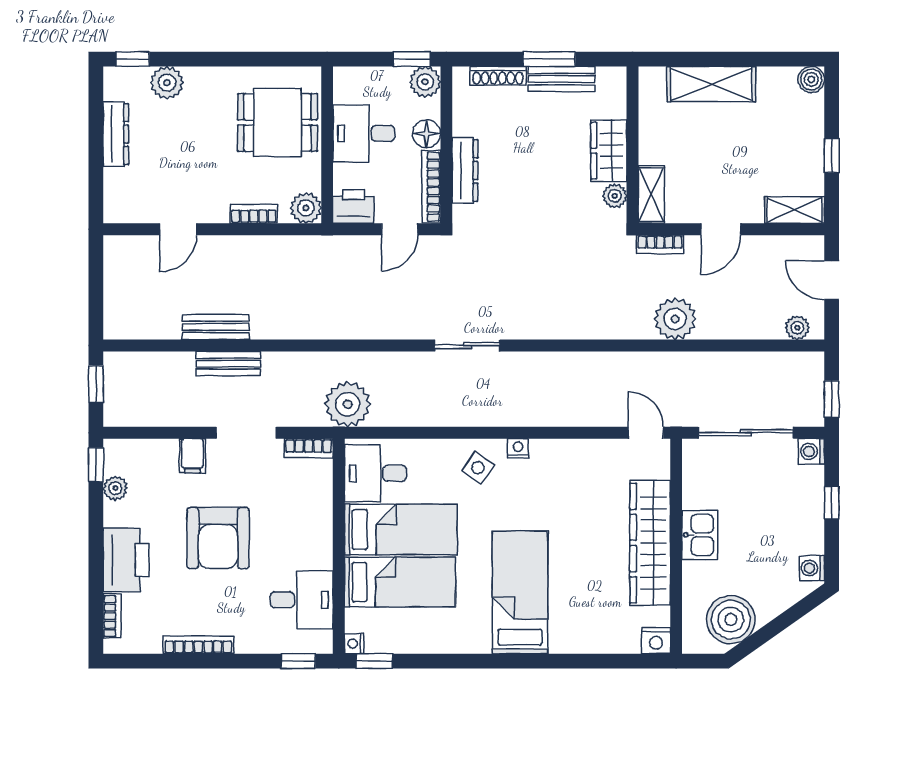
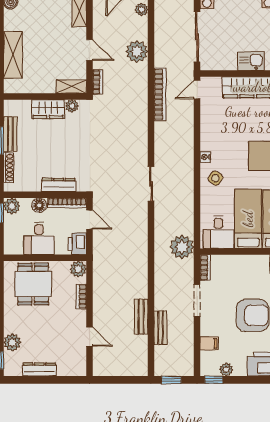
plant: (675, 319) -> (137, 52), moved
bookcase: (637, 363) -> (160, 94), added
bench: (228, 364) -> (160, 328), moved
filing cabinet: (192, 456) -> (209, 343), moved

